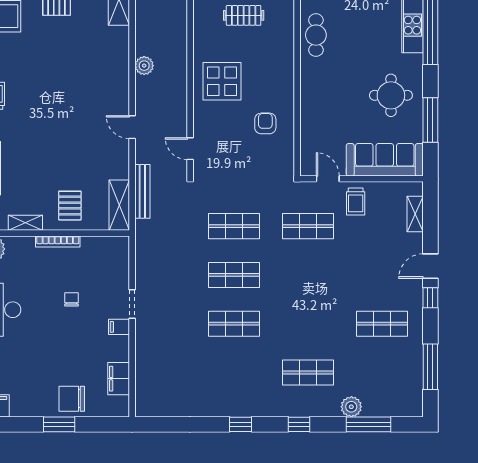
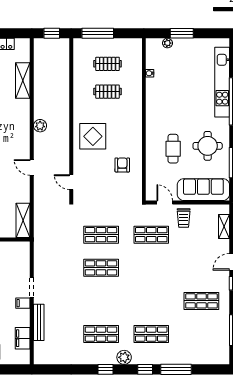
cafe table: (316, 35) -> (173, 149), moved
bench: (142, 191) -> (39, 322), moved
shop shelf: (234, 324) -> (101, 334), moved
plant: (351, 407) -> (124, 357), moved
window: (368, 424) -> (176, 369), moved

